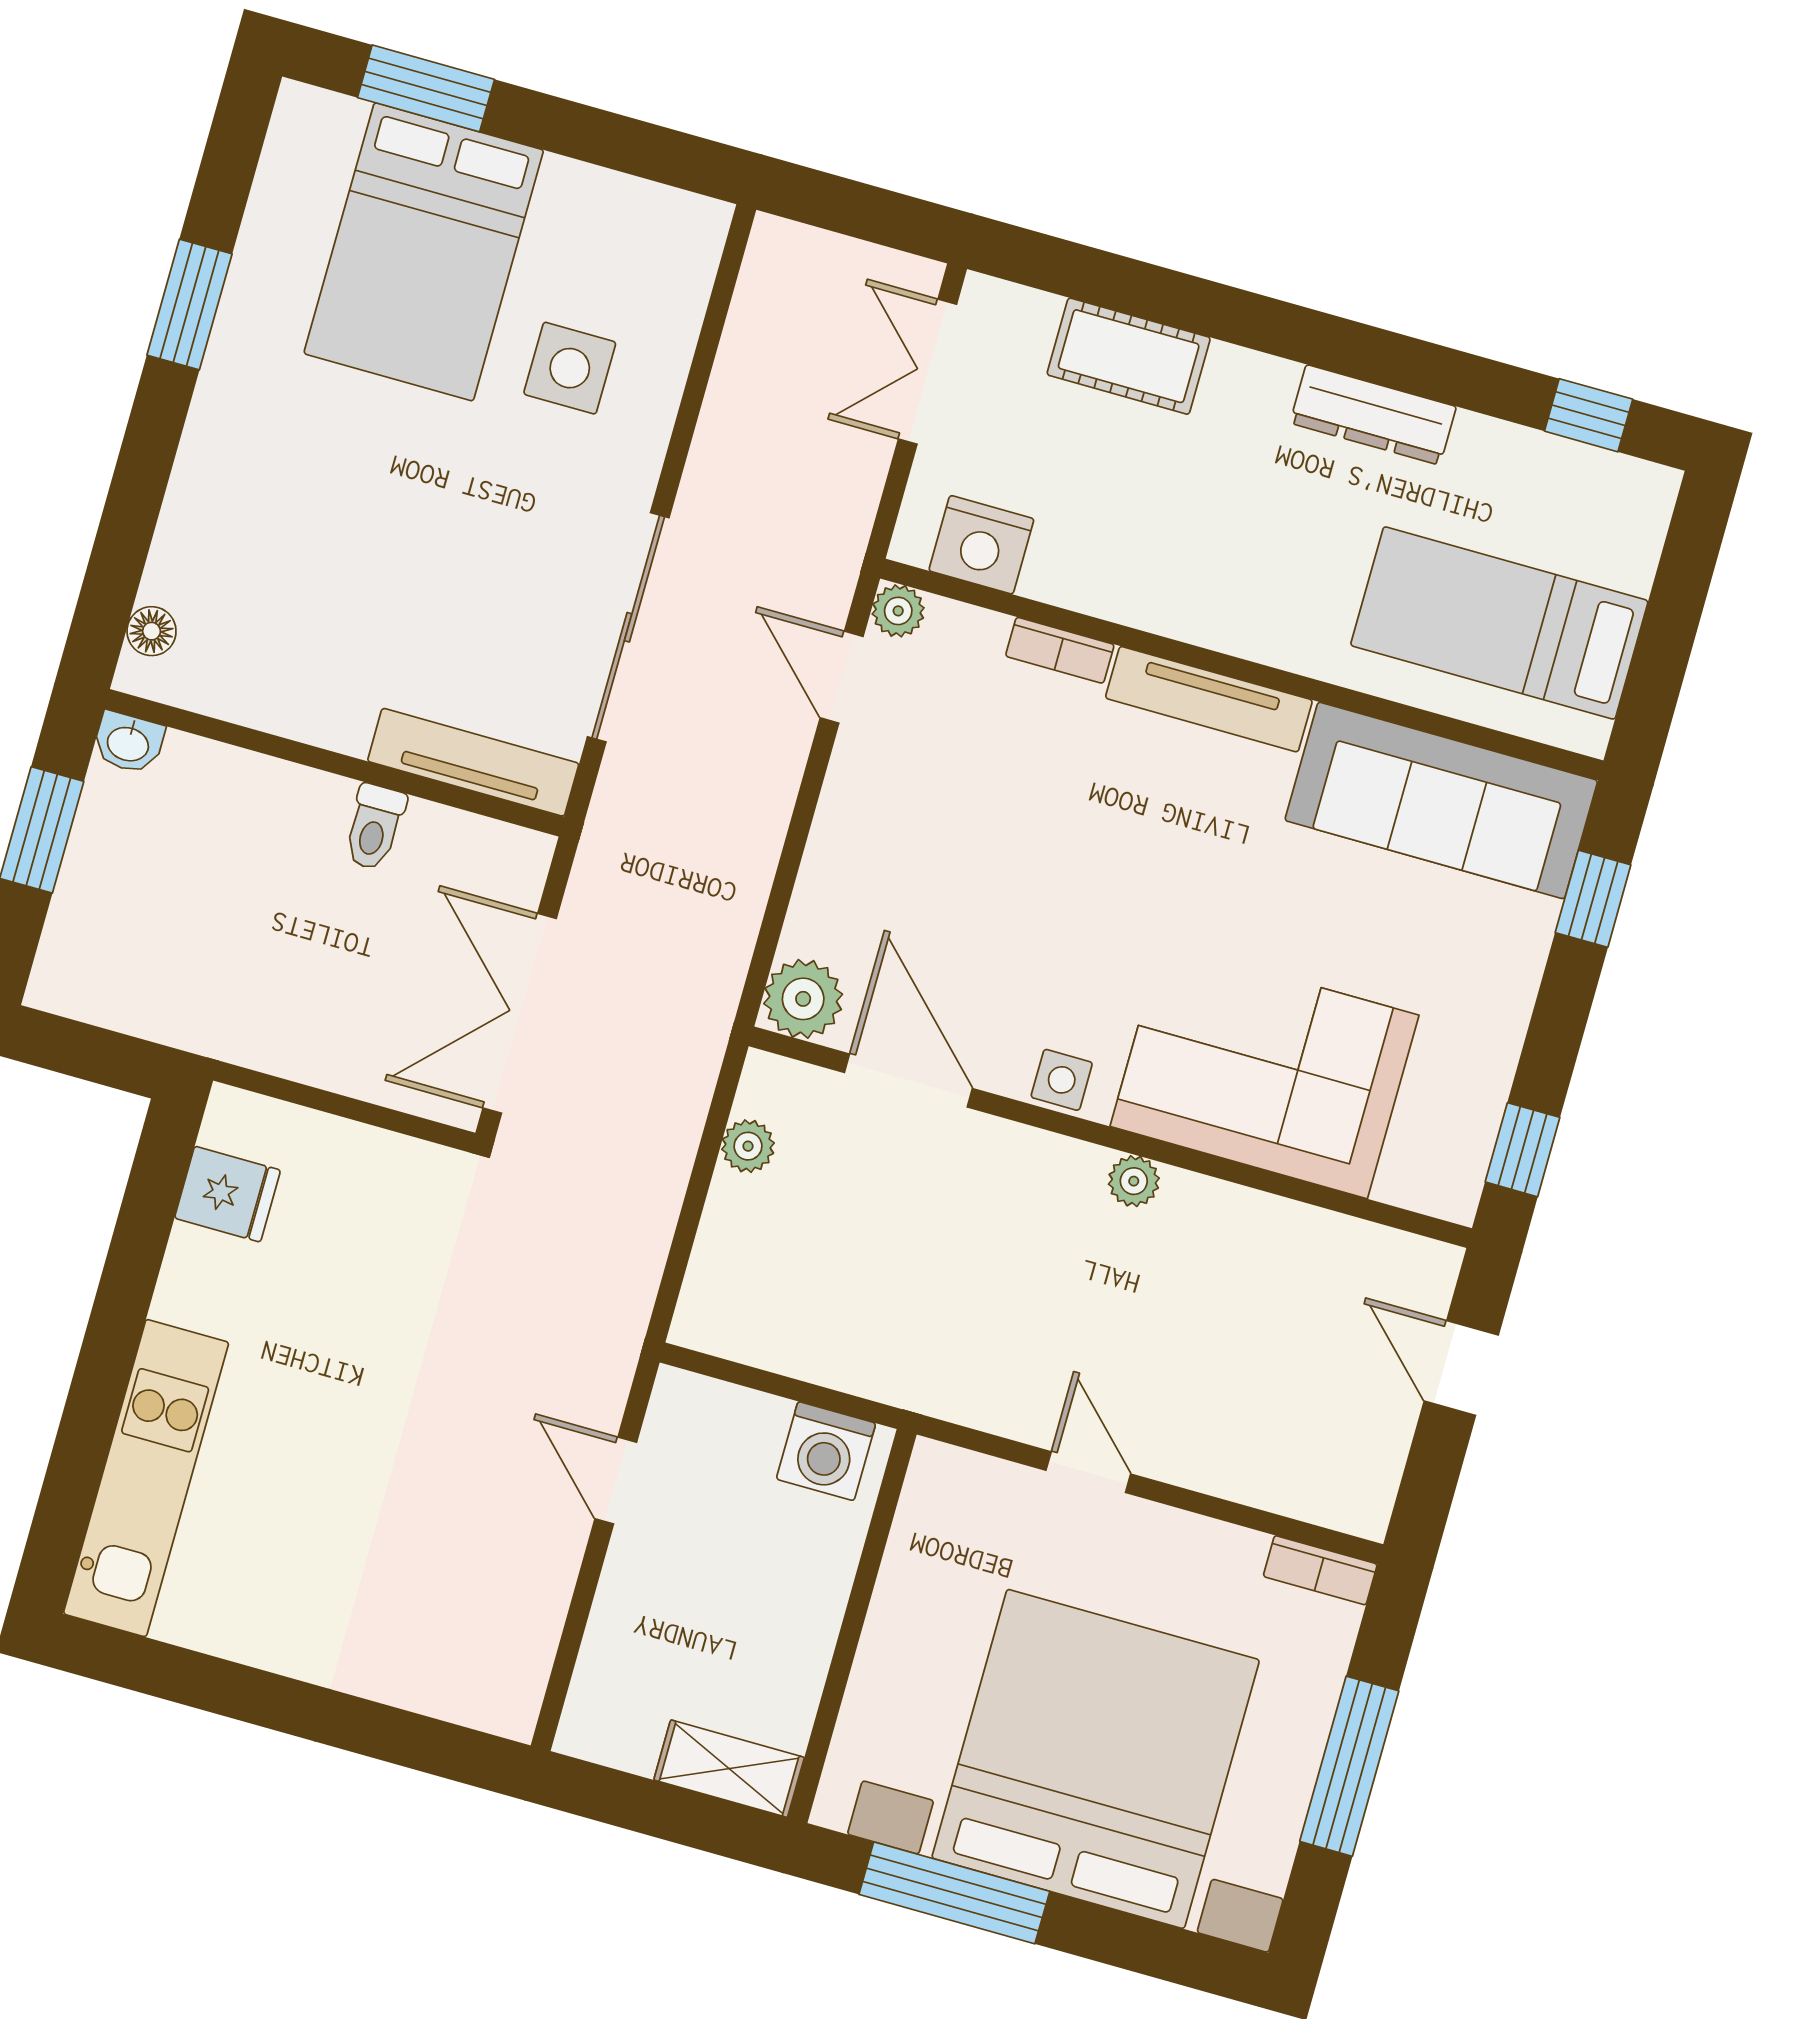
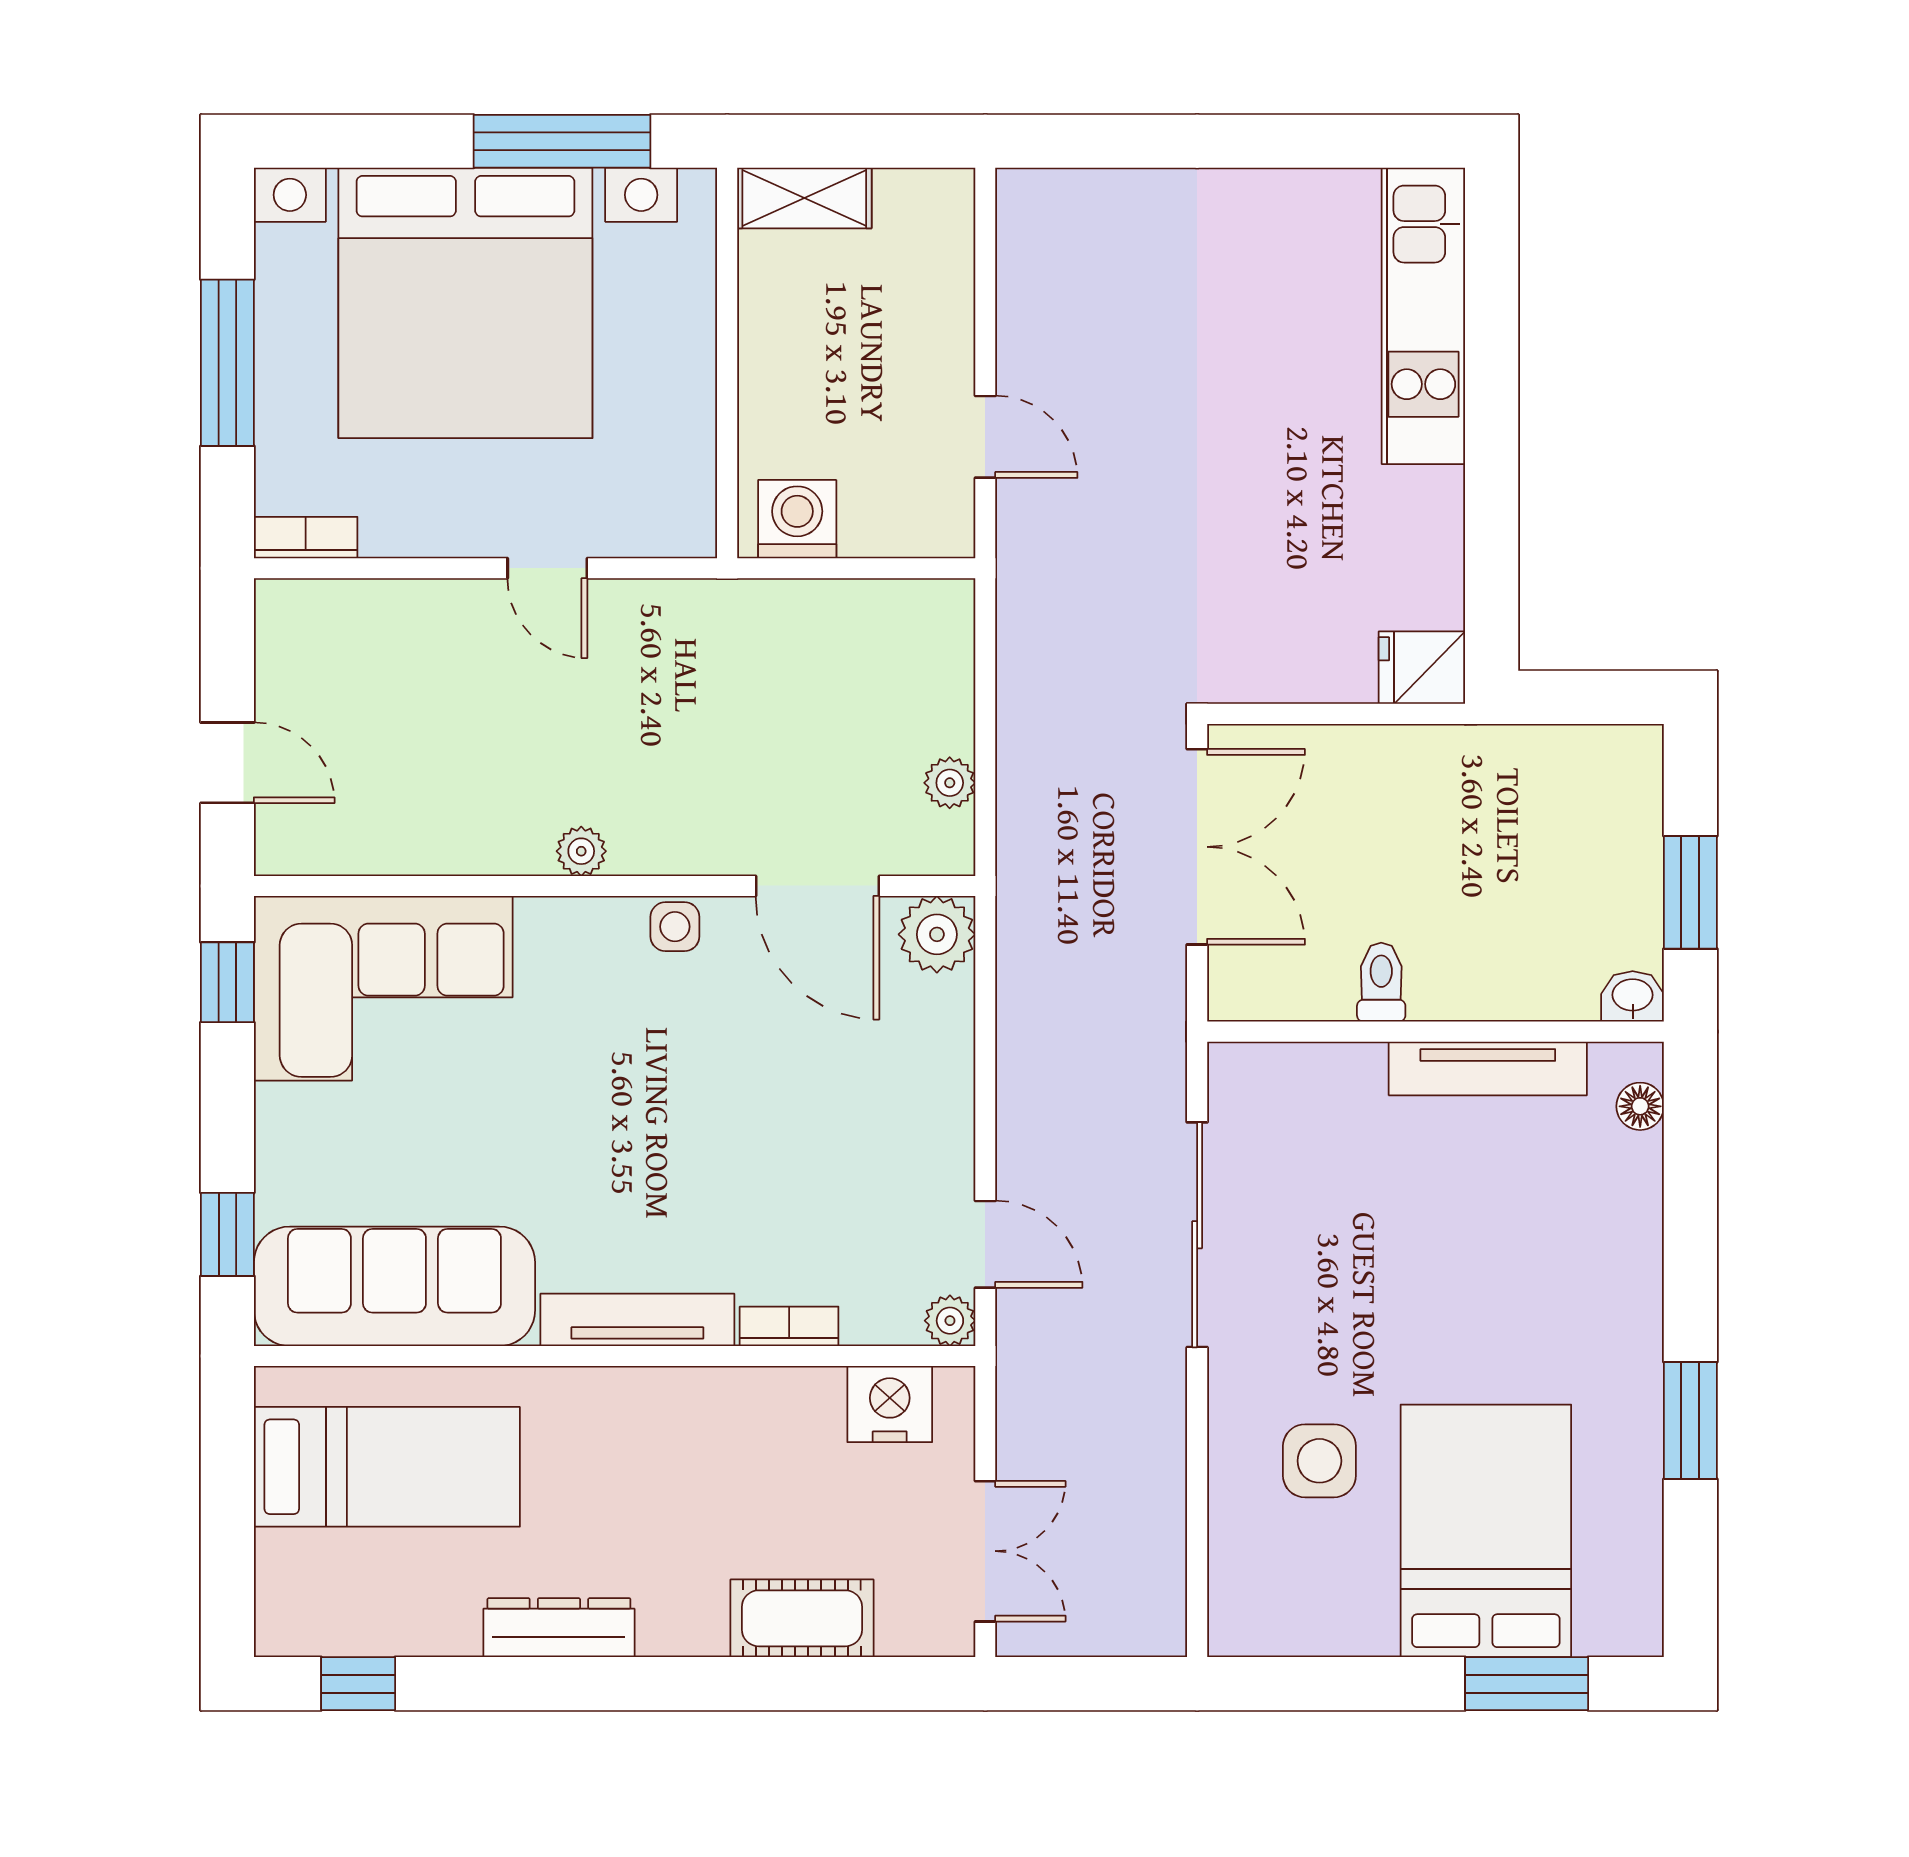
tv unit: (473, 762) -> (1488, 1068), moved
corner sofa: (1264, 1071) -> (383, 988), moved
fridge: (228, 1194) -> (1422, 668), moved

